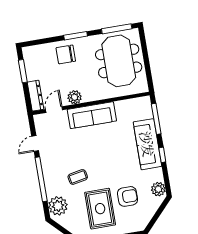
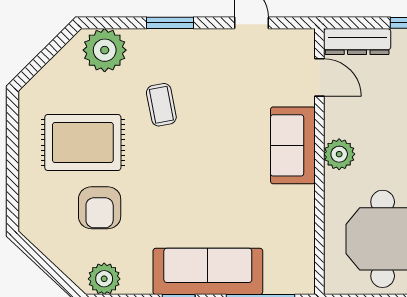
plant: (75, 97) -> (339, 154), moved
sofa: (92, 115) -> (293, 145), width x0.73
window: (41, 179) -> (170, 23), width x0.47

